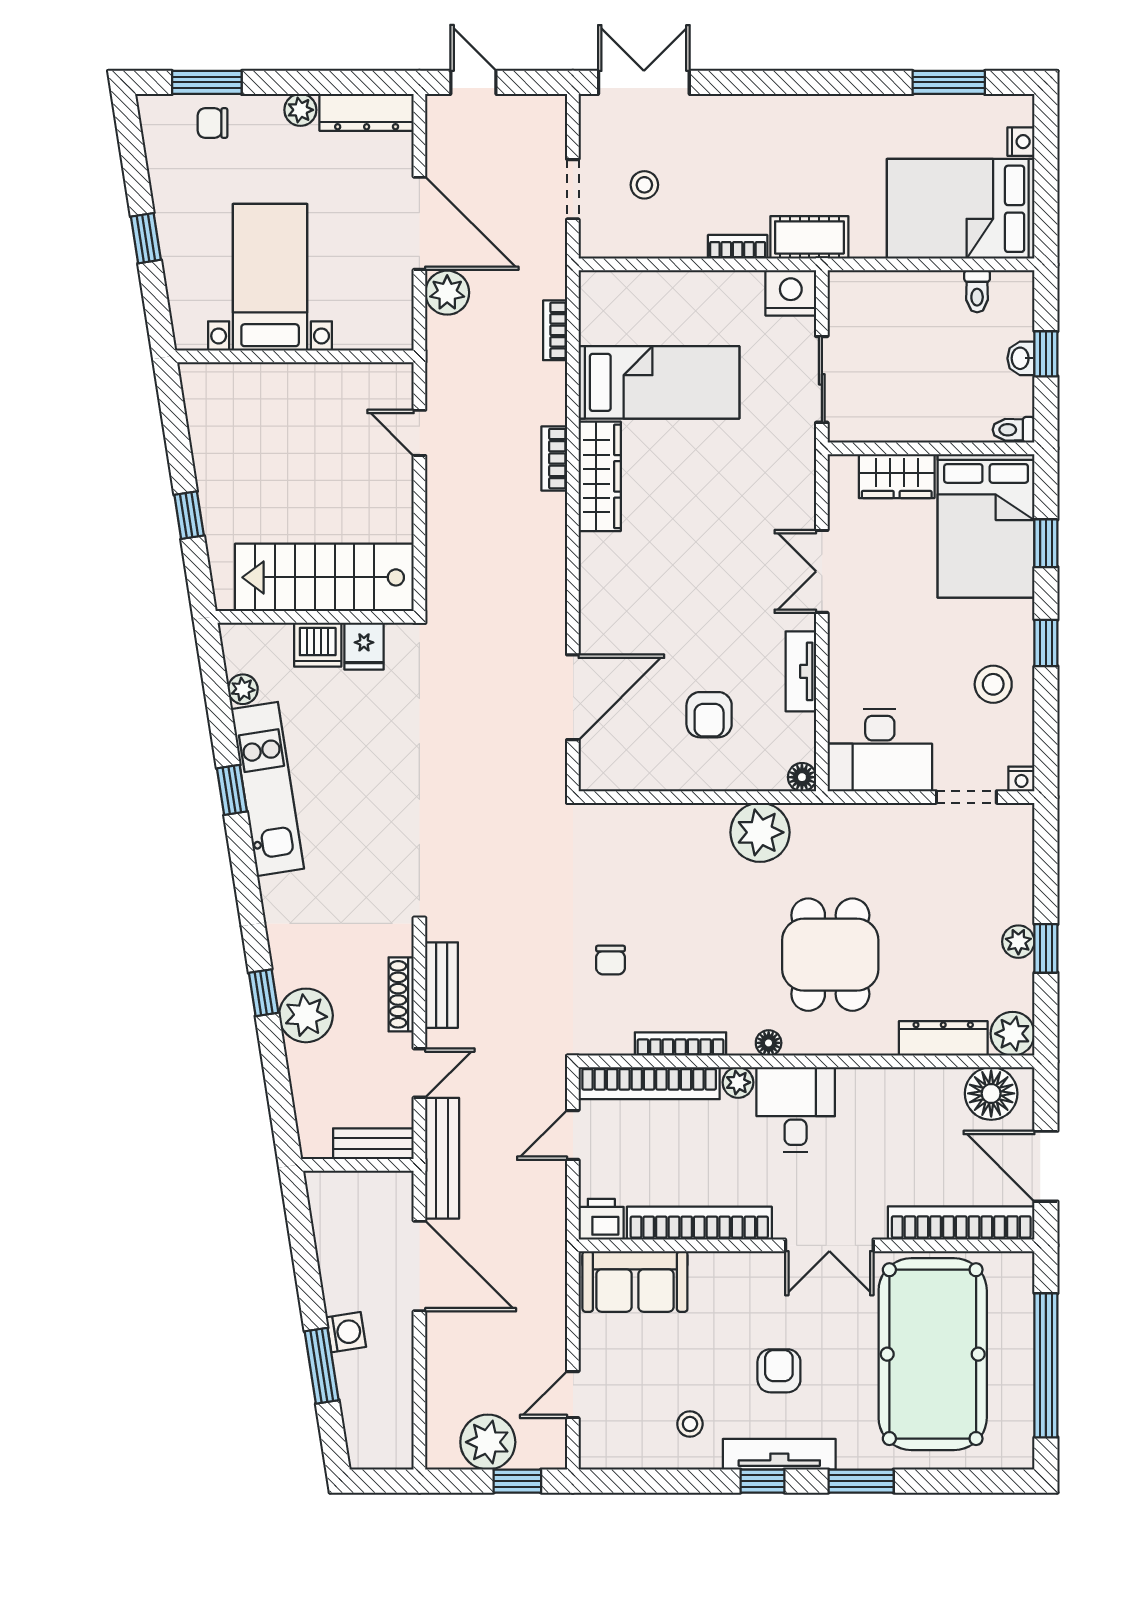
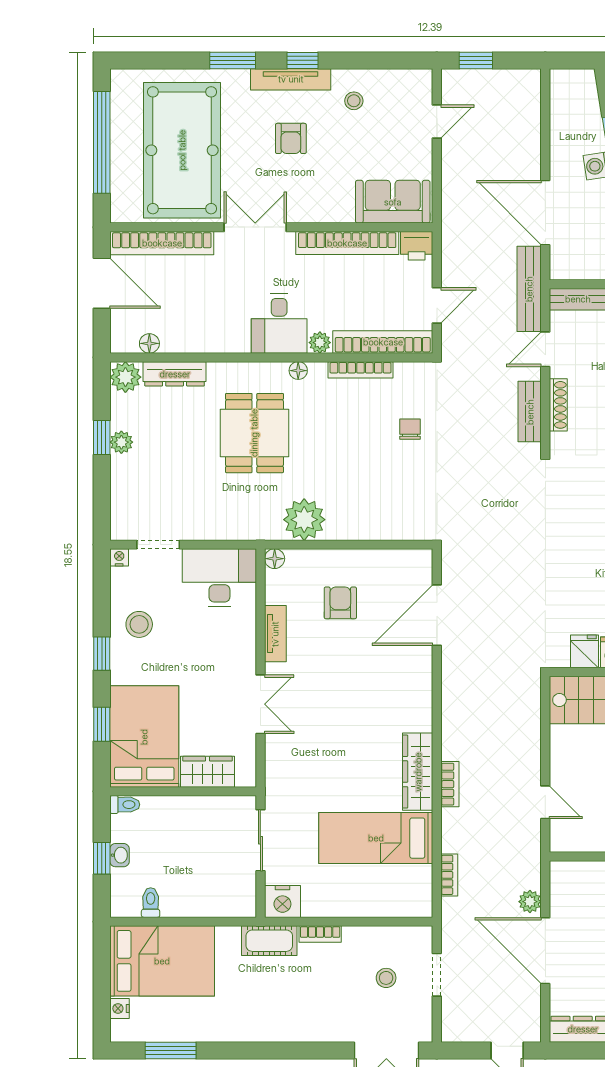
plant: (447, 293) -> (530, 902), width x0.73, depth x0.73
floor lamp: (991, 1093) -> (149, 343), width x0.53, depth x0.53
plant: (488, 1442) -> (497, 88), removed

